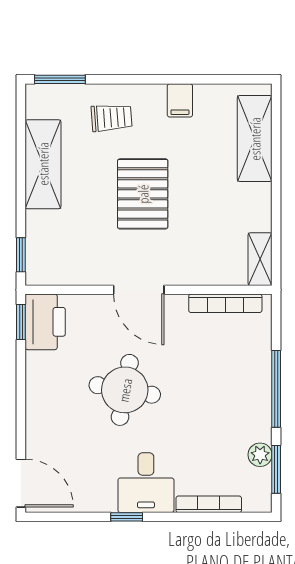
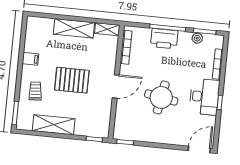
shelving: (255, 139) -> (74, 28), moved
printer: (45, 322) -> (164, 39), moved, turned 180
desk: (146, 483) -> (204, 97), width x1.37

